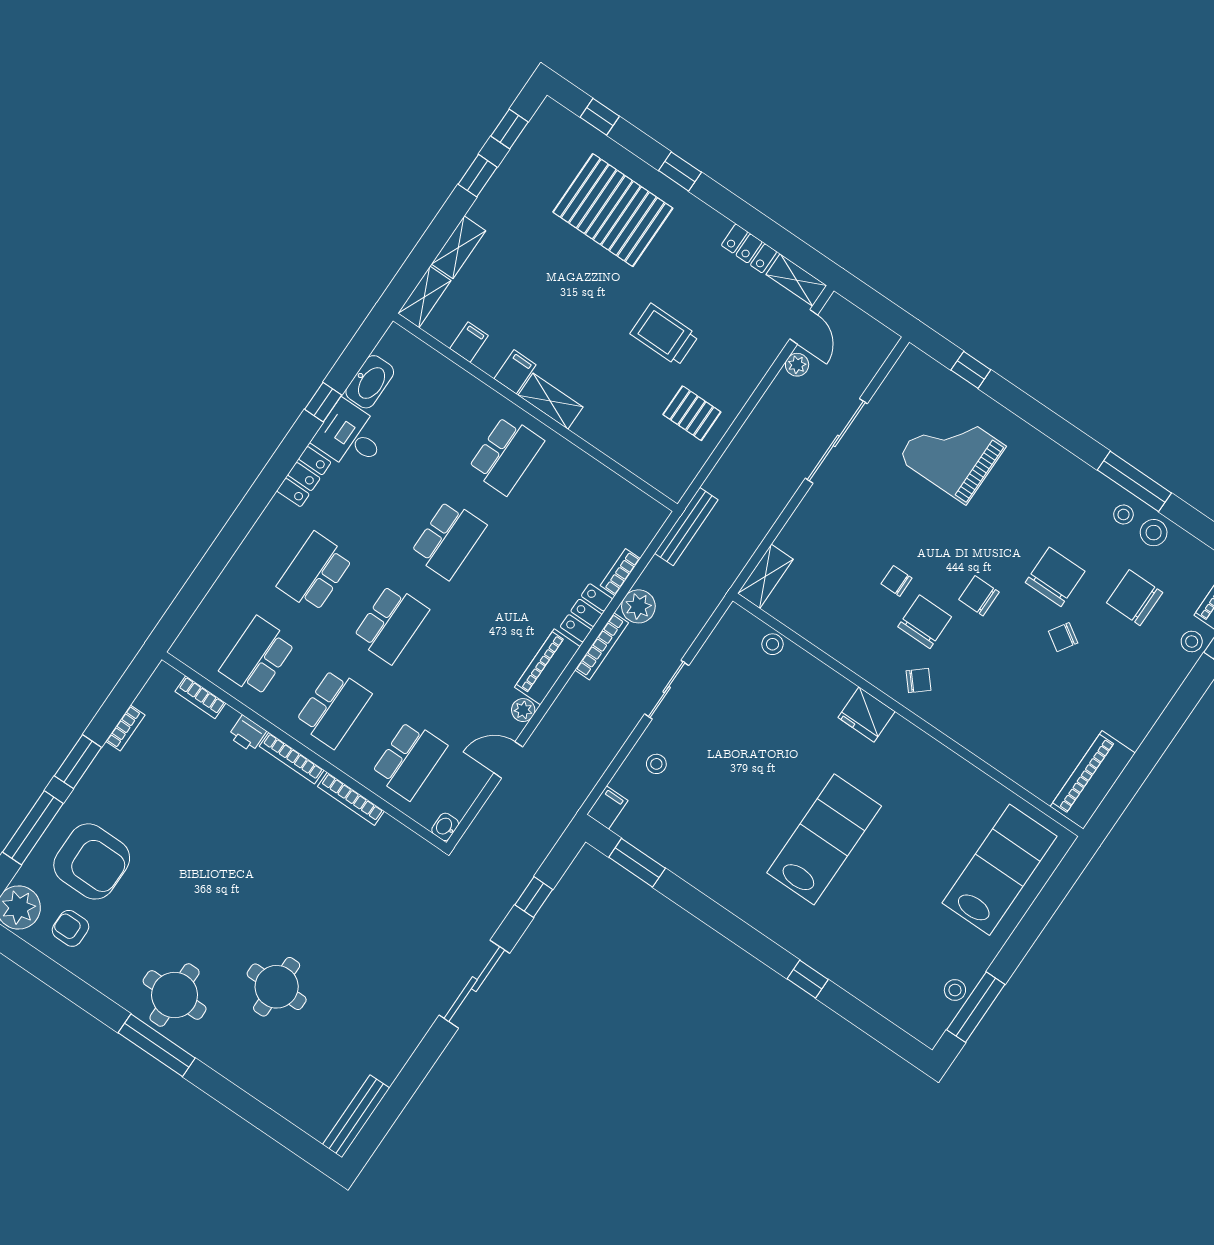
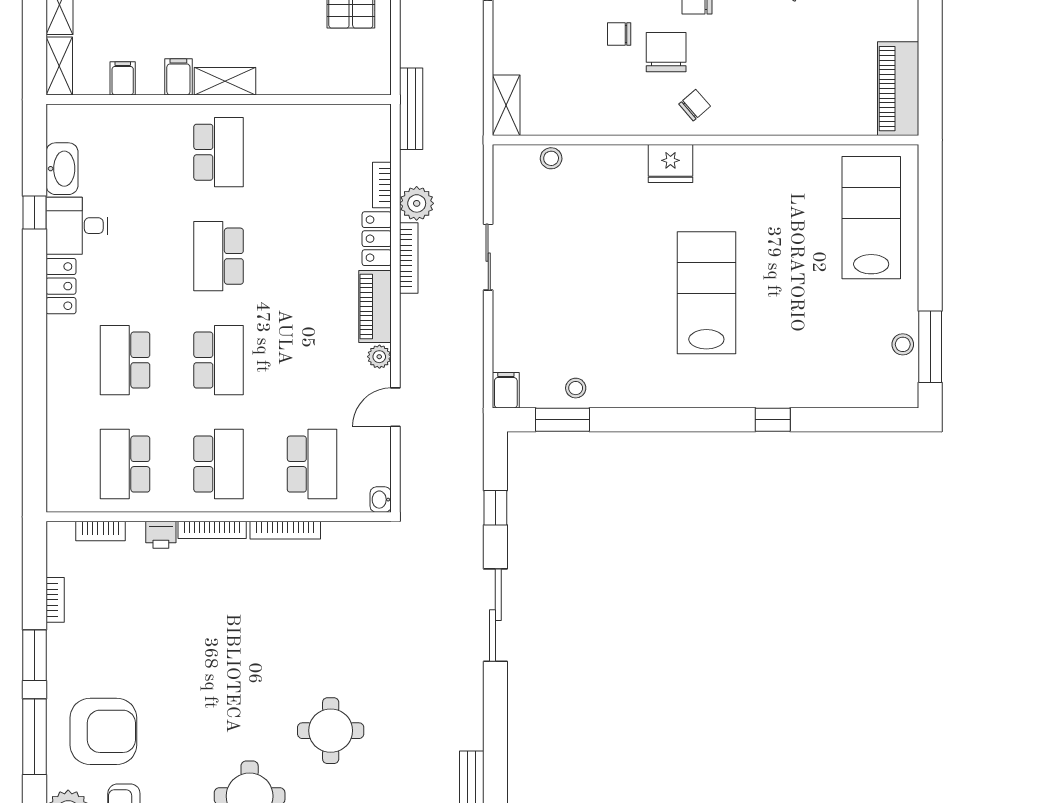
school desk: (448, 539) -> (219, 256), turned 180
stool: (656, 764) -> (576, 388), moved

